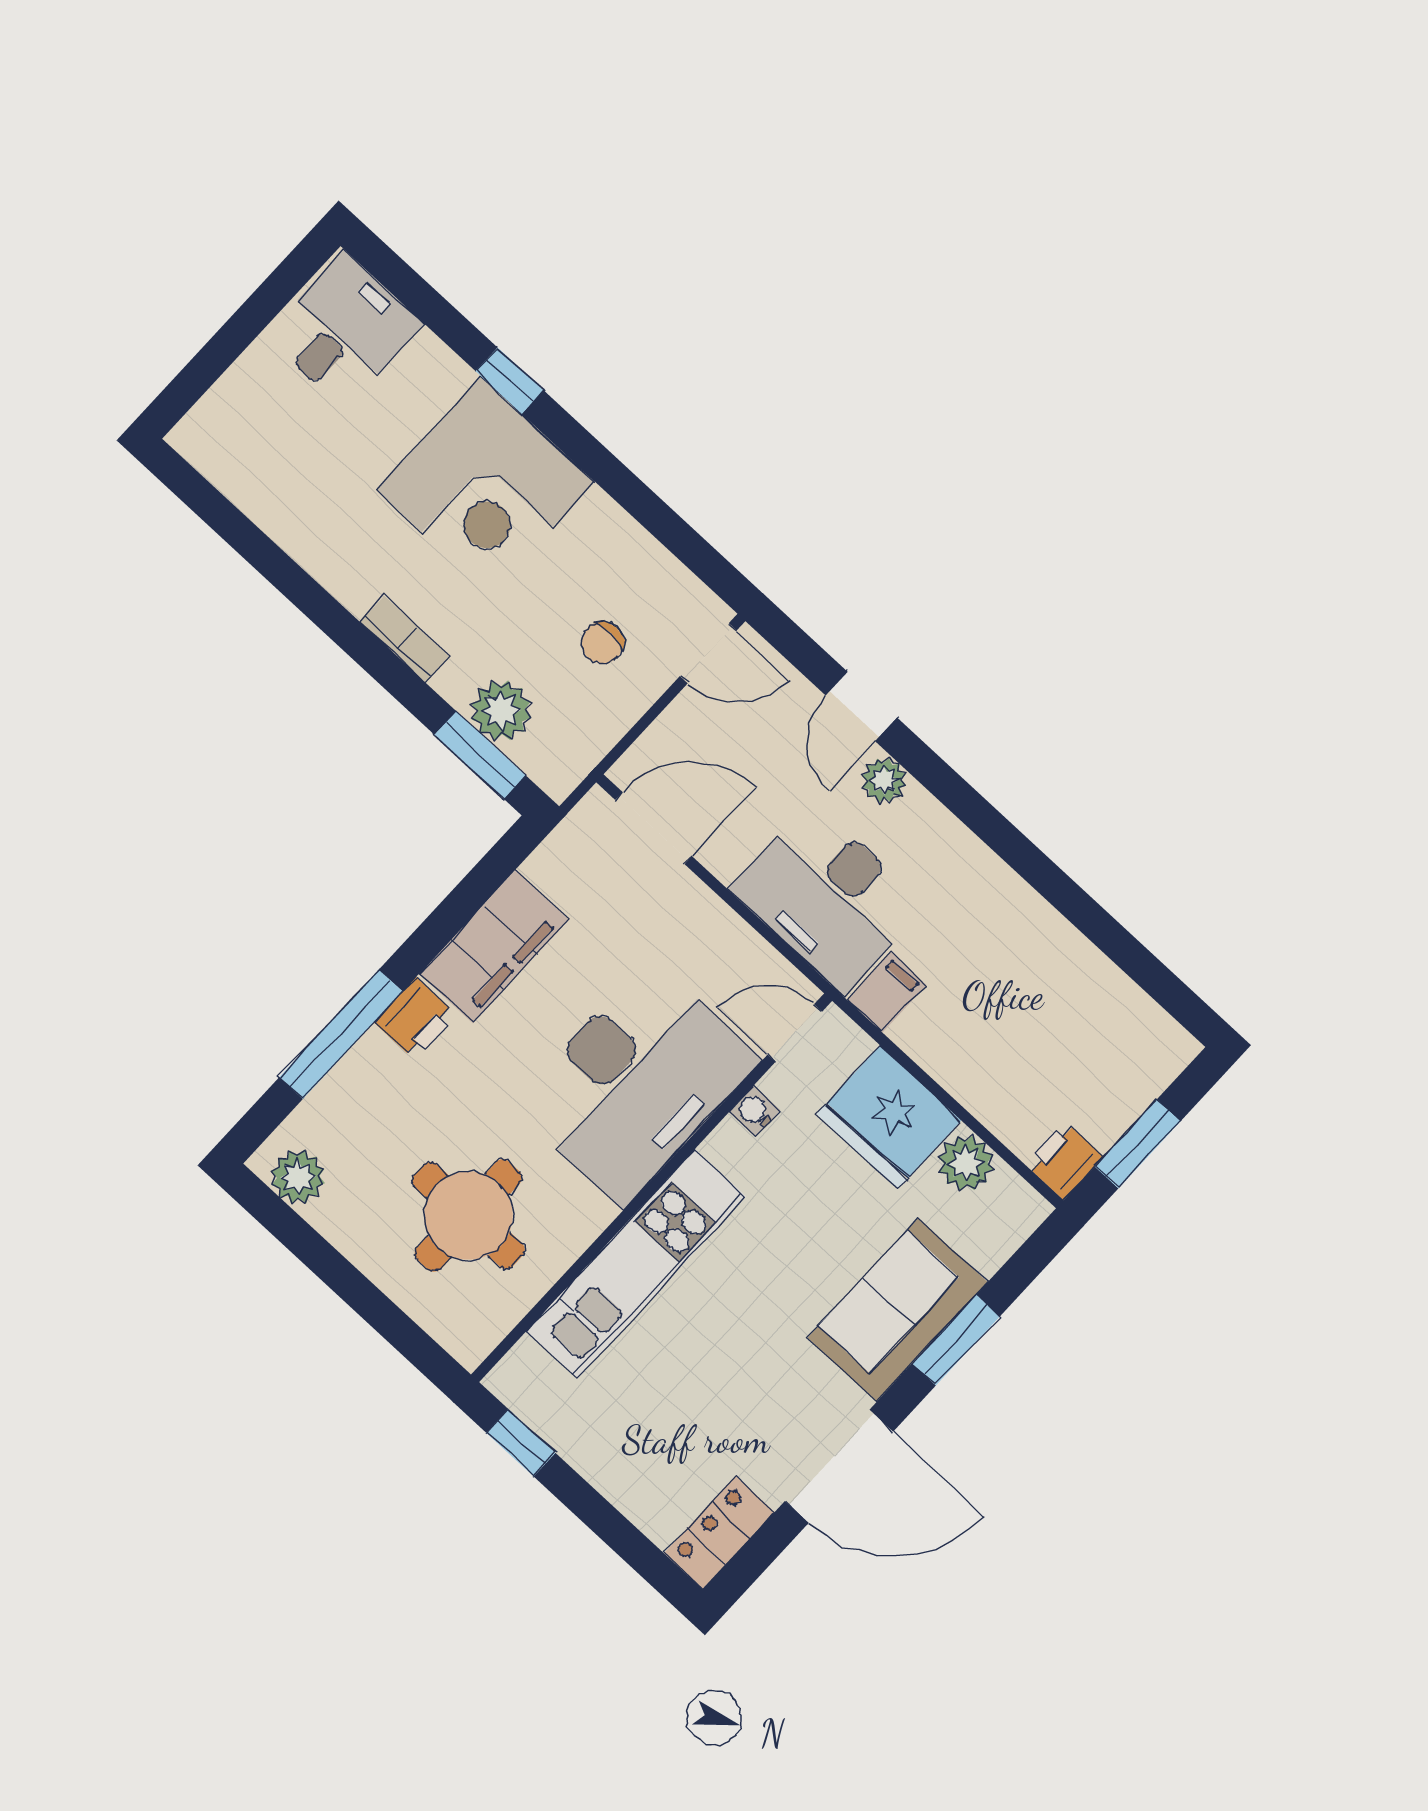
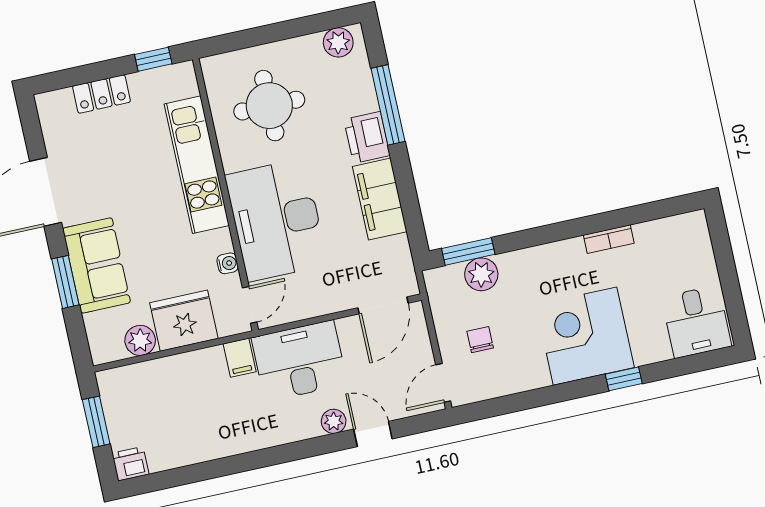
bookcase: (405, 639) -> (609, 239), moved
printer: (416, 1019) -> (367, 137), width x1.36, depth x1.24
printer: (1064, 1160) -> (130, 464), moved, turned -90
locker: (719, 1533) -> (102, 94), moved, turned 90

